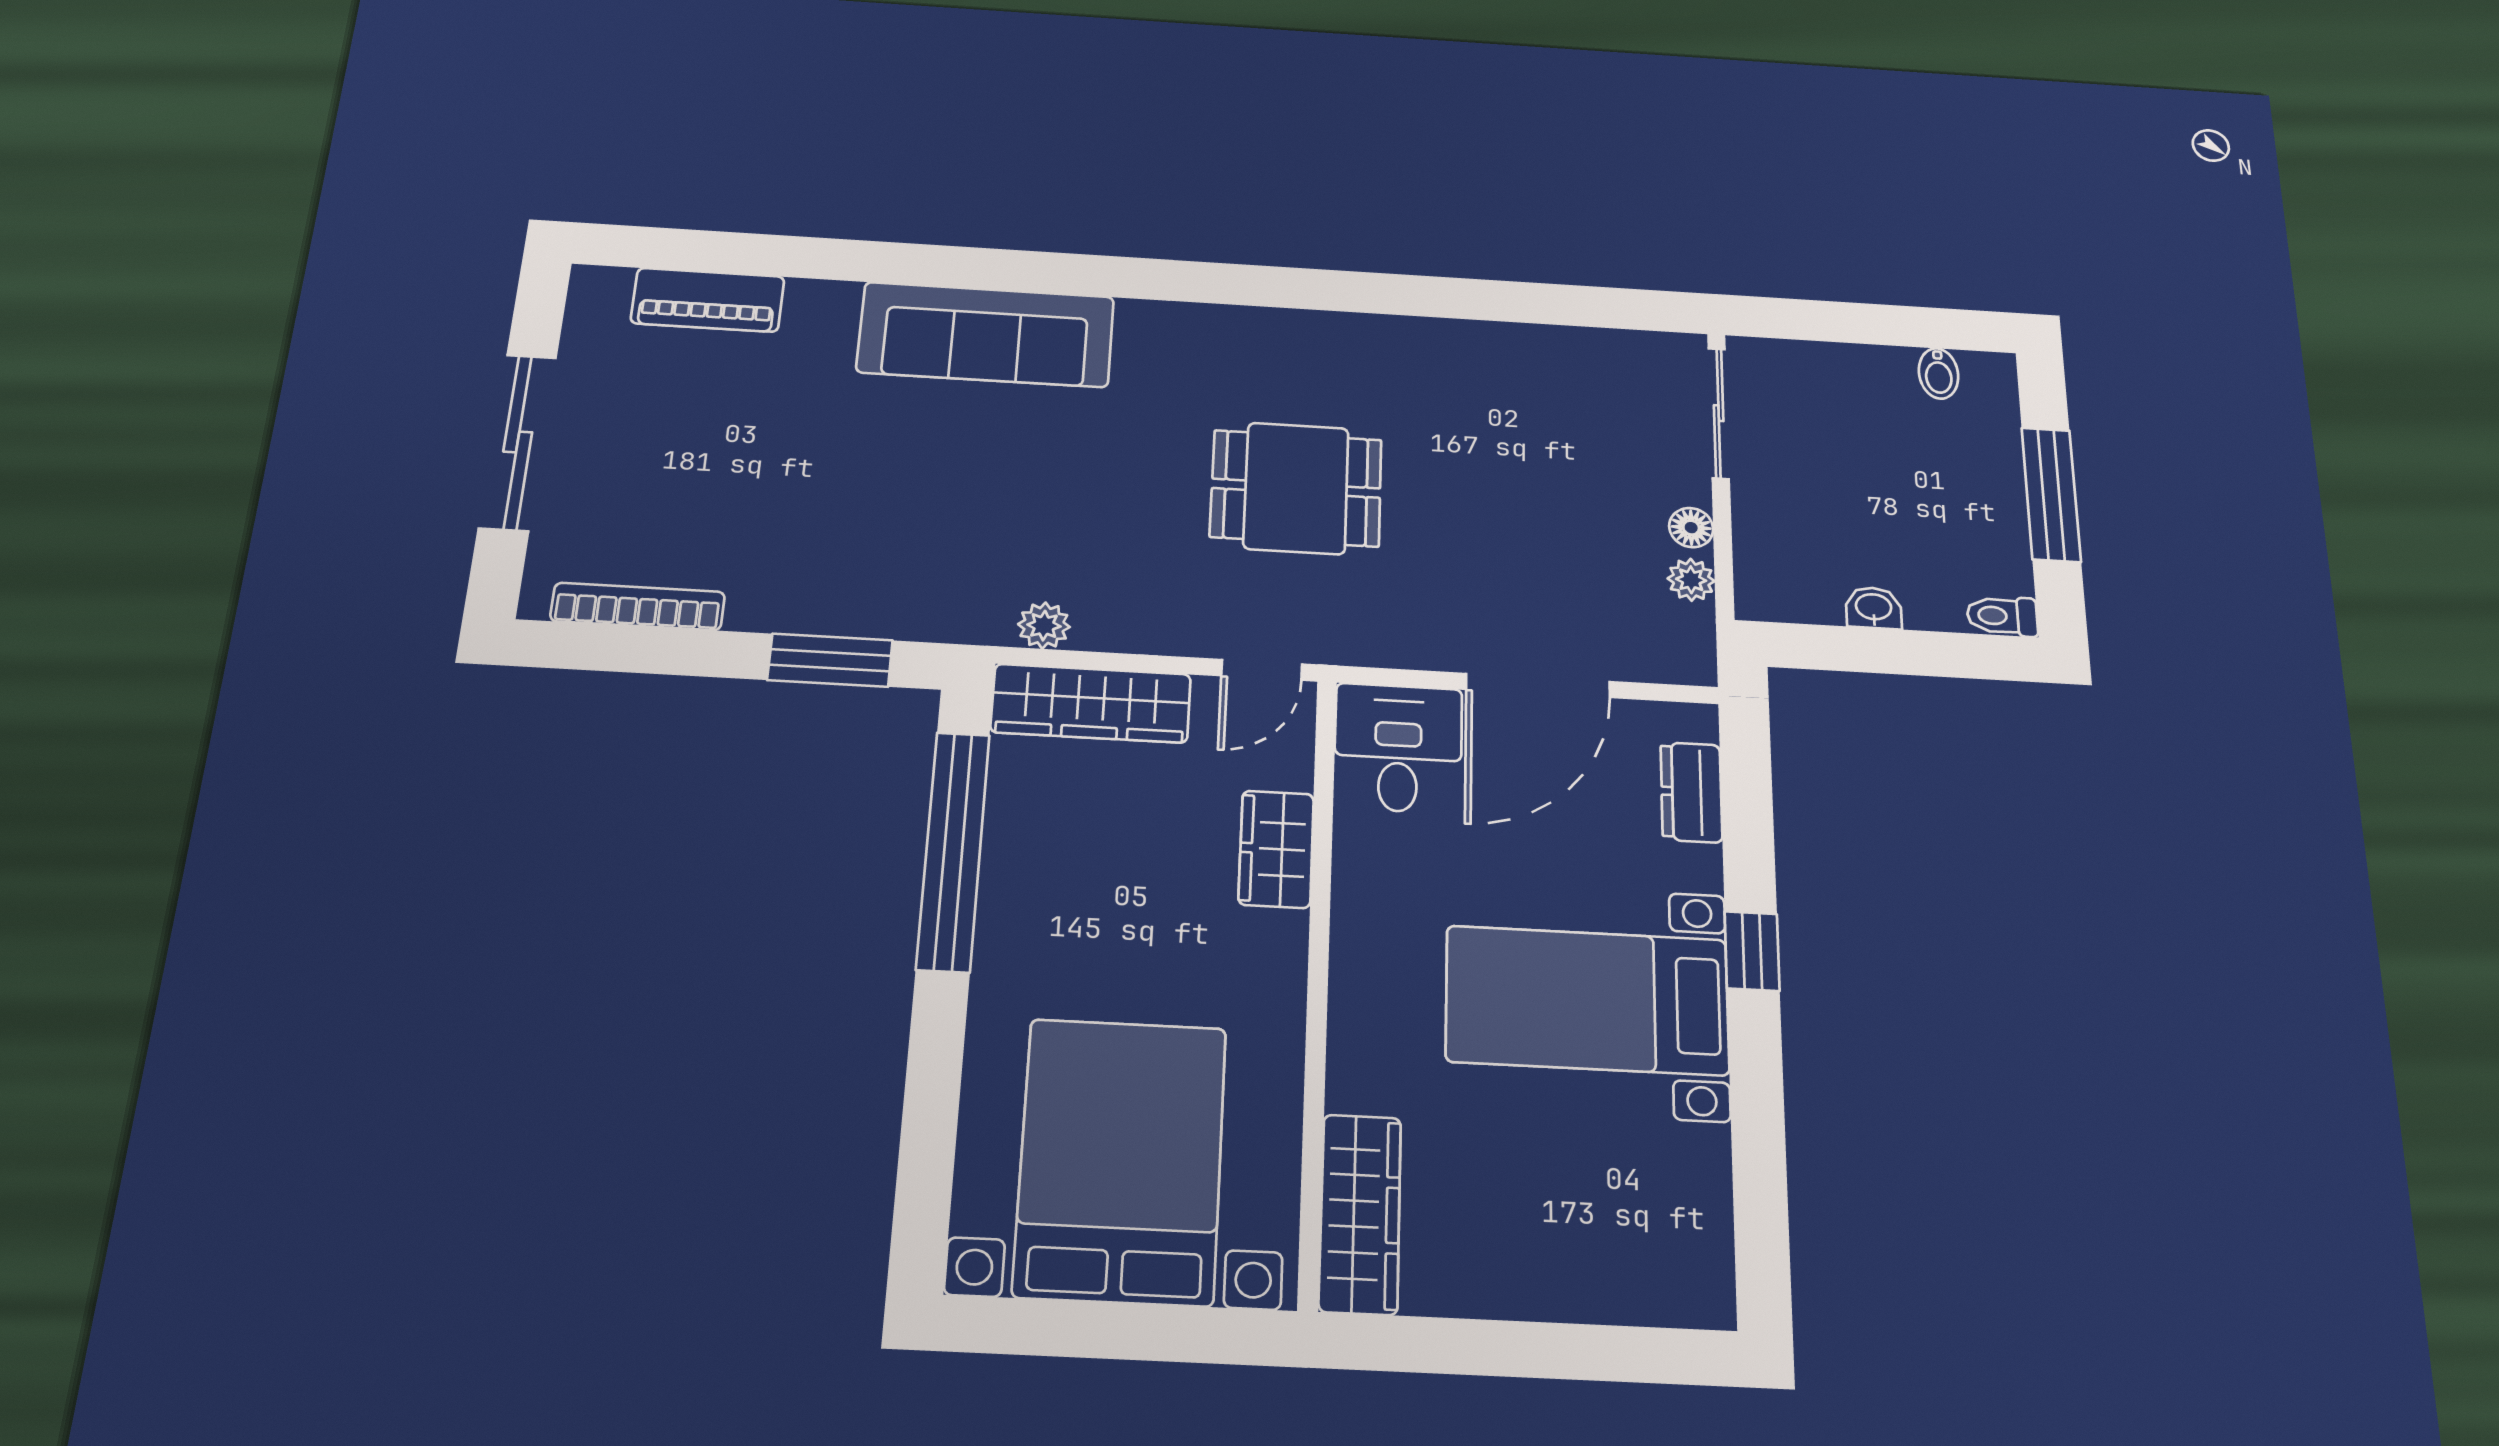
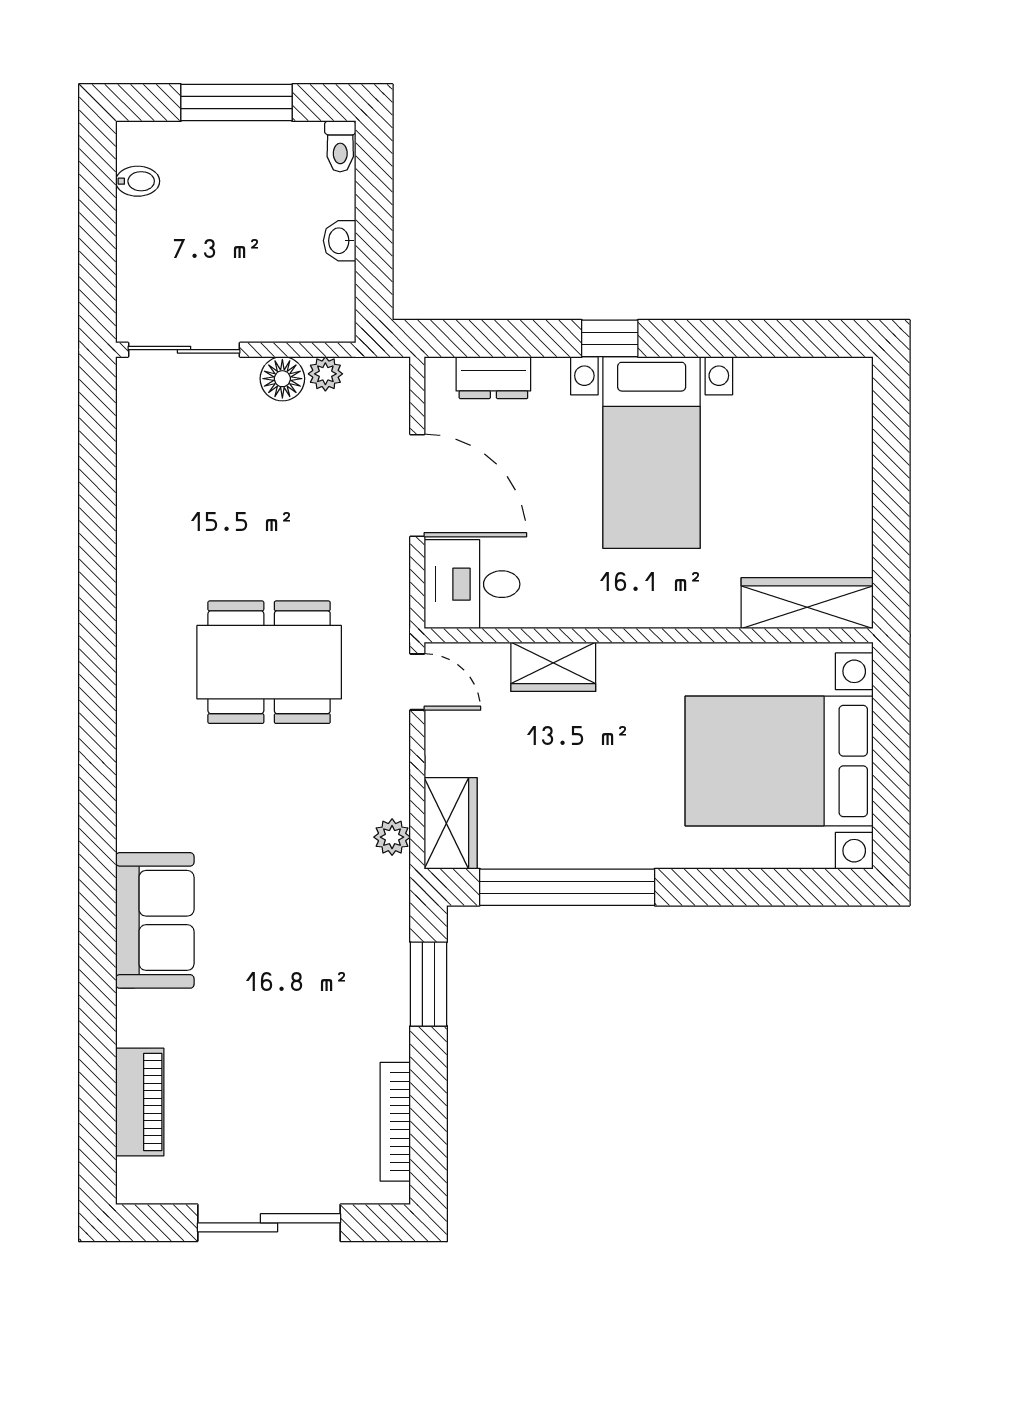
sofa: (986, 334) -> (155, 920), width x0.73
dining table: (1296, 488) -> (269, 662), width x1.38
floor lamp: (1691, 528) -> (282, 379), width x1.37, depth x1.37
wardrobe: (1091, 703) -> (451, 823), width x0.67

